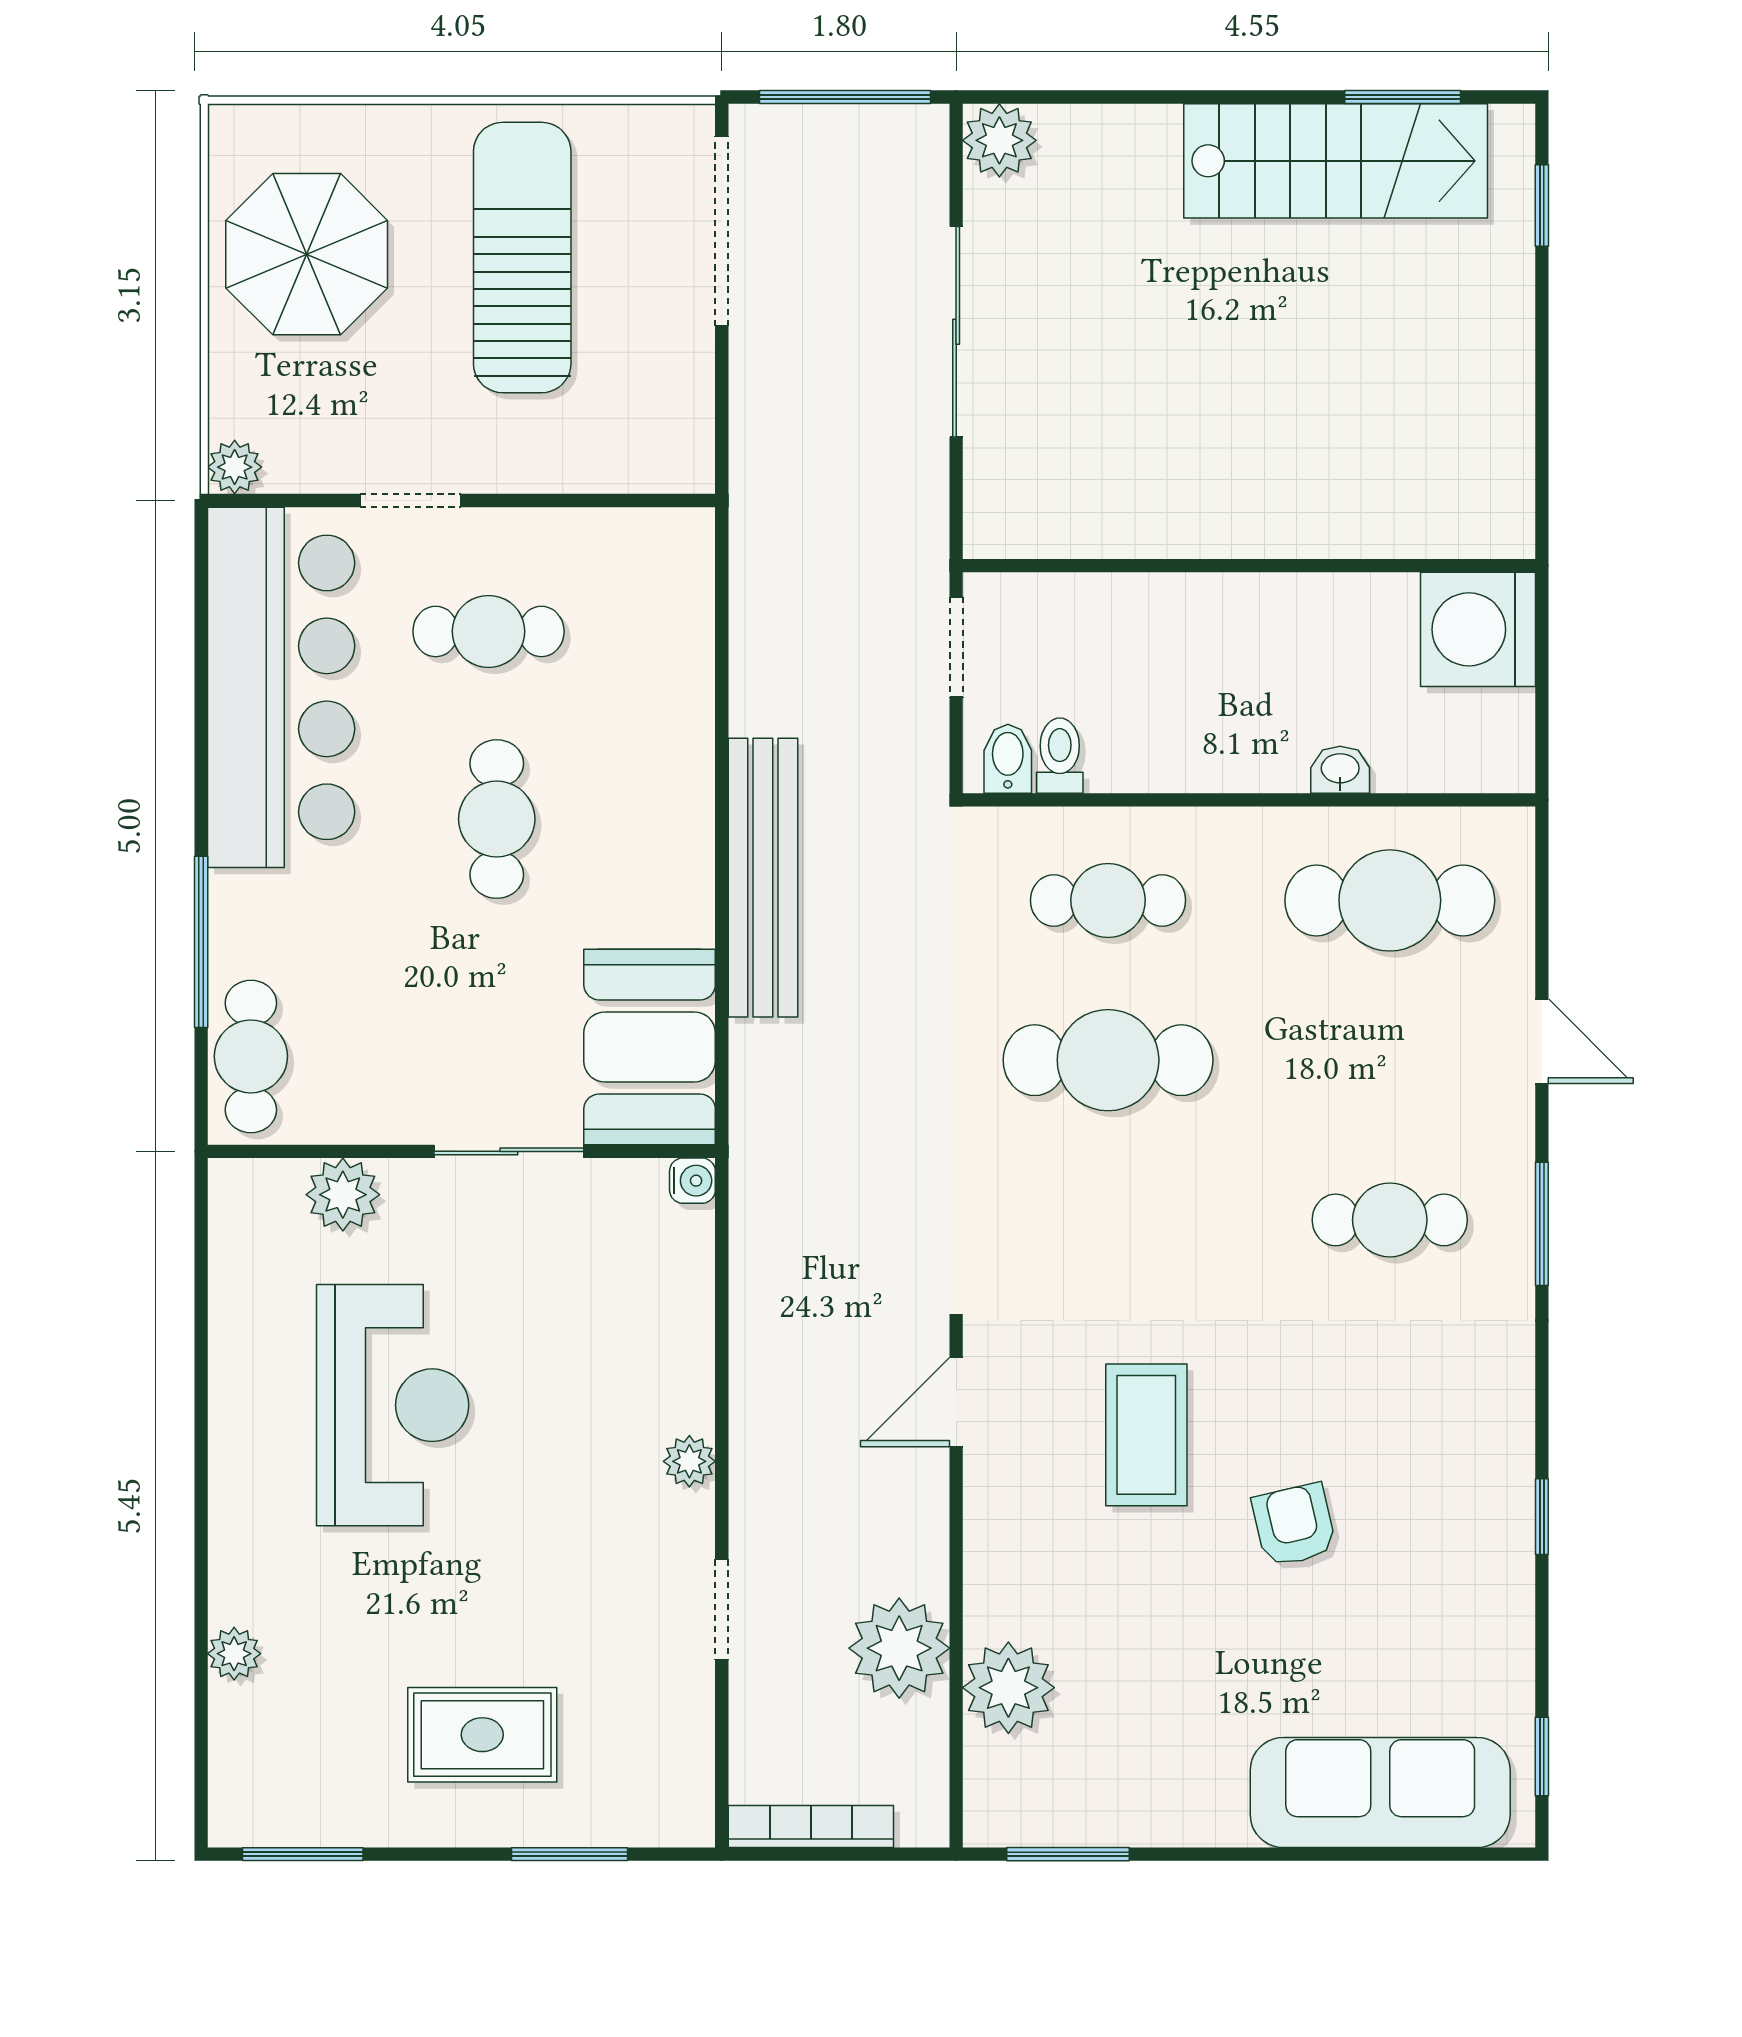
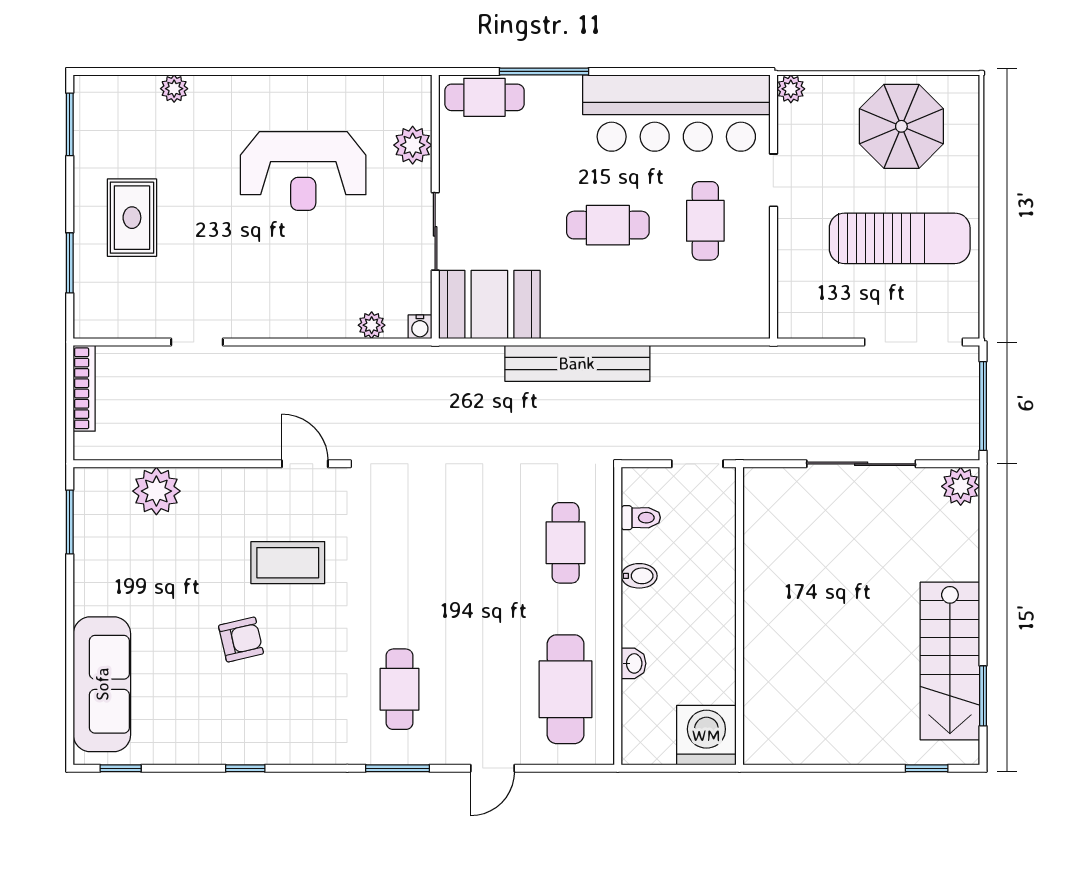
bidet: (1008, 759) -> (639, 576), moved
cafe table: (1108, 1060) -> (483, 543), removed
plant: (689, 1461) -> (372, 325), moved
plant: (899, 1648) -> (177, 434), removed

